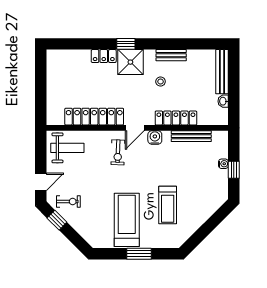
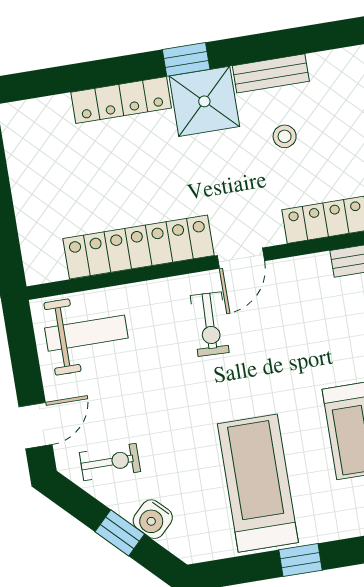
bench: (171, 55) -> (271, 73), moved
locker: (104, 56) -> (121, 100), width x1.53
water cooler: (155, 137) -> (153, 519), moved, turned -135
window: (57, 220) -> (120, 533), moved
window: (139, 254) -> (300, 560), width x0.67

